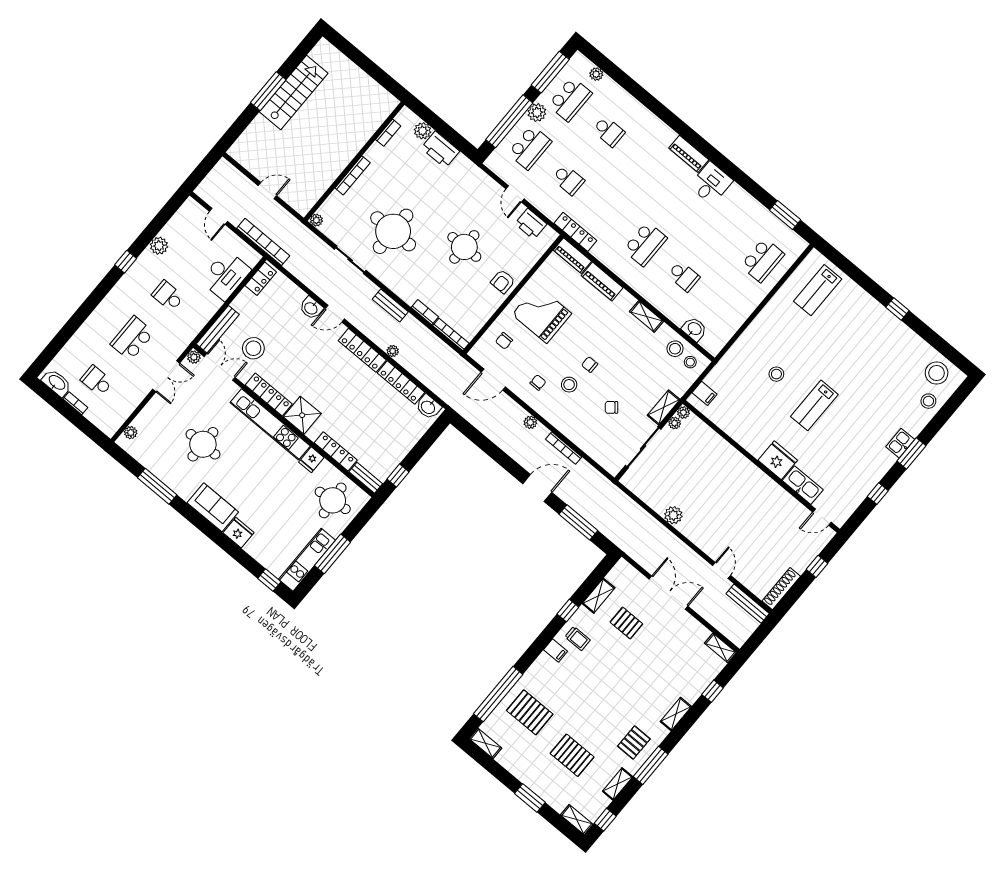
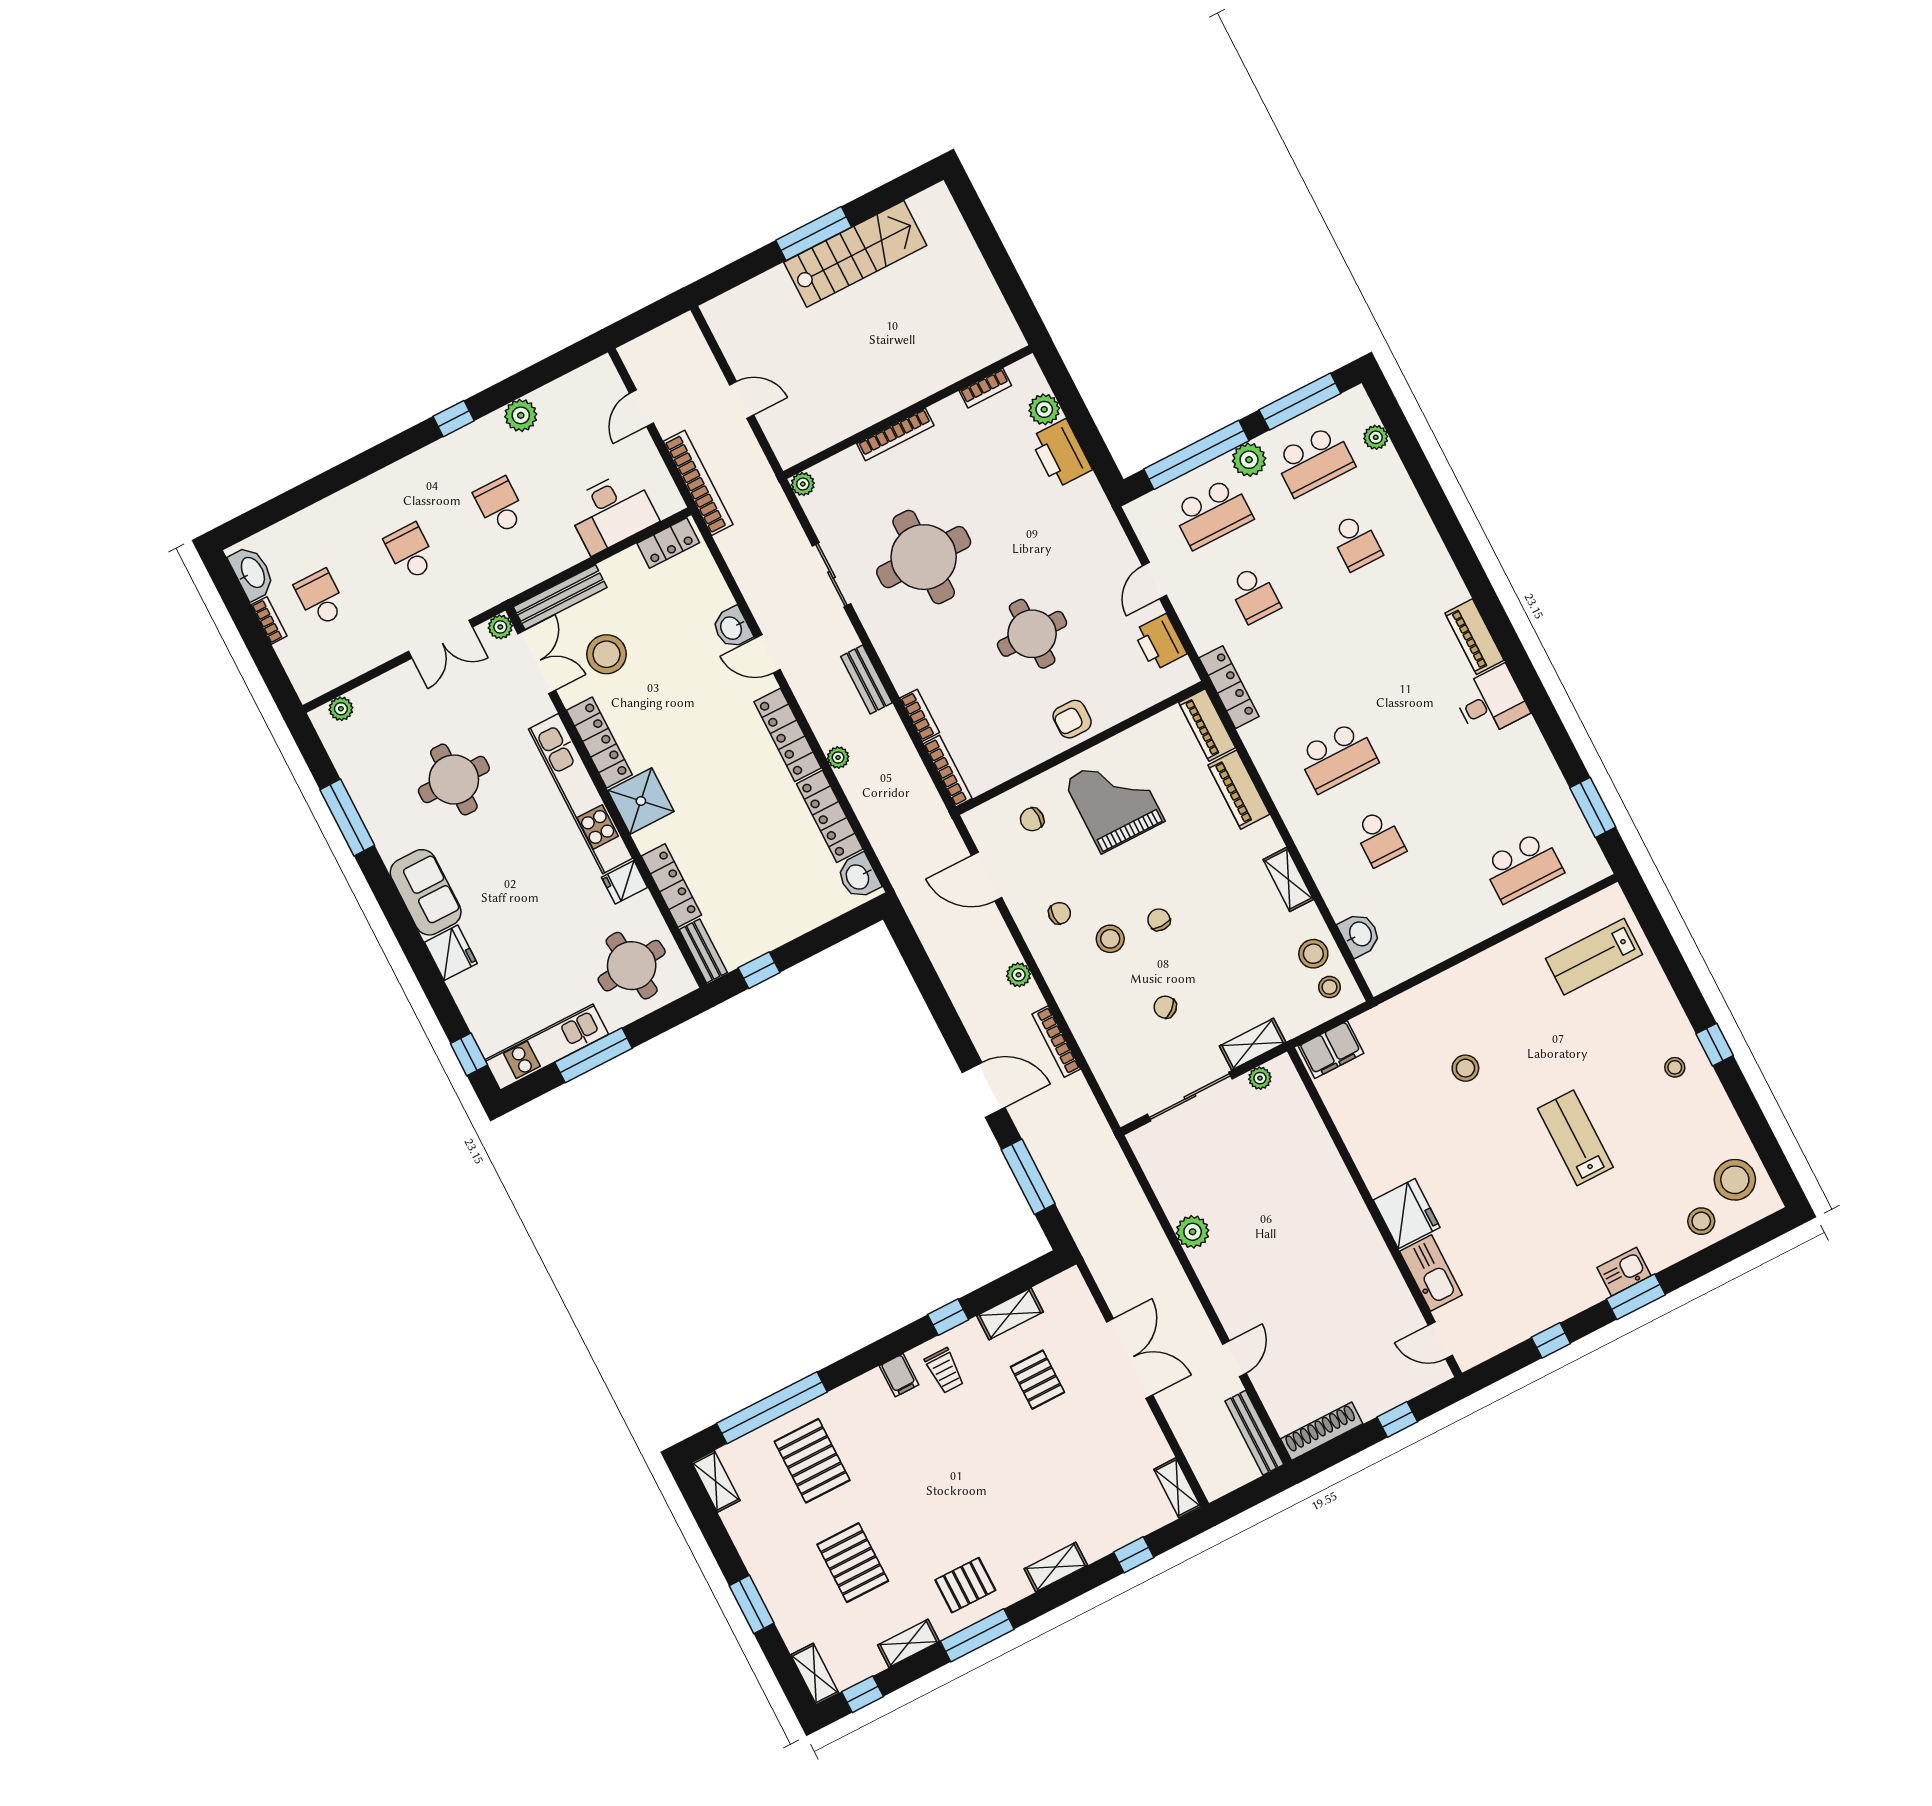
stool: (882, 329) -> (1675, 1067), added
school desk: (132, 338) -> (410, 552), width x0.54
filing cabinet: (704, 393) -> (1331, 1050), width x2.00
lab bench: (814, 405) -> (1575, 1138), moved, turned 90
plant: (683, 413) -> (1282, 1067), removed

